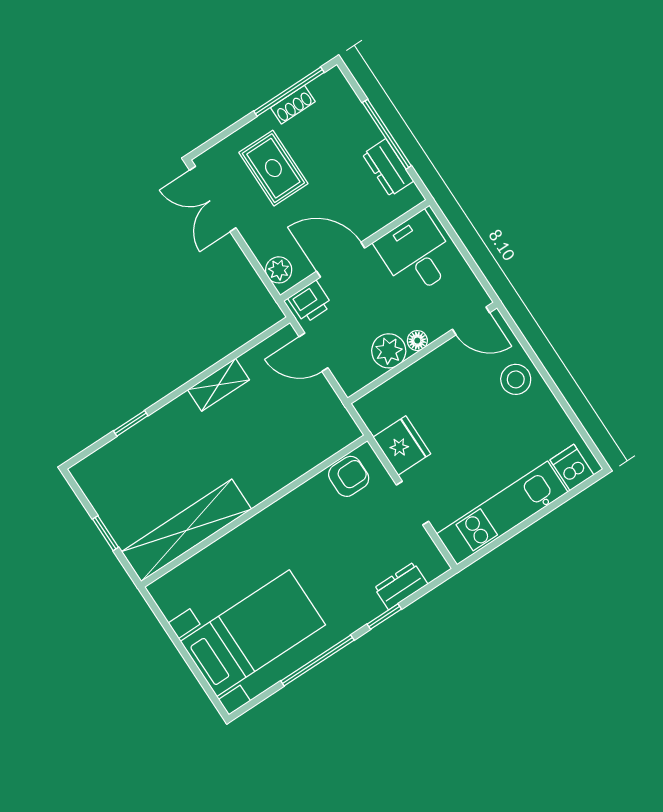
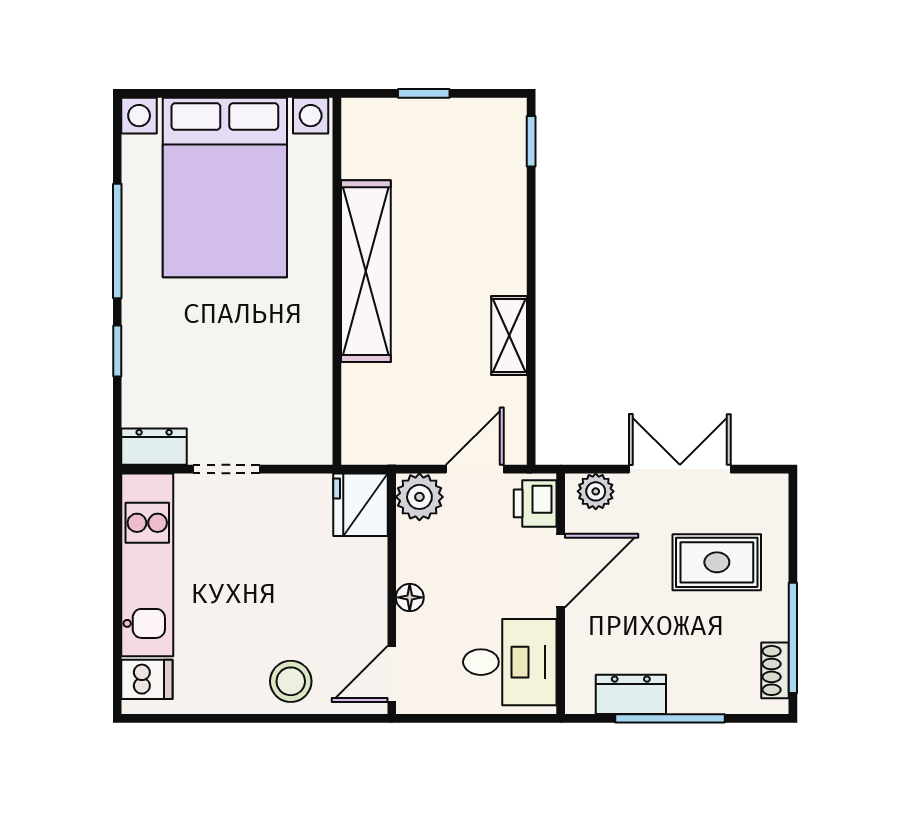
shoe rack: (293, 105) -> (775, 670), moved
double door: (213, 199) -> (680, 469), moved
plant: (389, 351) -> (419, 497), moved
window: (131, 423) -> (531, 141), moved
fridge: (402, 445) -> (360, 505), moved, turned 90
armchair: (349, 476) -> (305, 416), removed
shelving: (186, 530) -> (366, 271), moved
dresser: (401, 586) -> (154, 447), moved, turned -90
bed with nightstands: (253, 633) -> (225, 187), width x1.36

